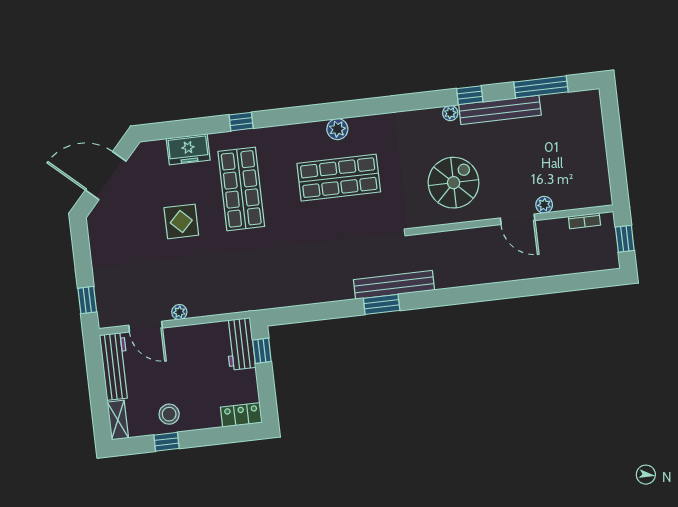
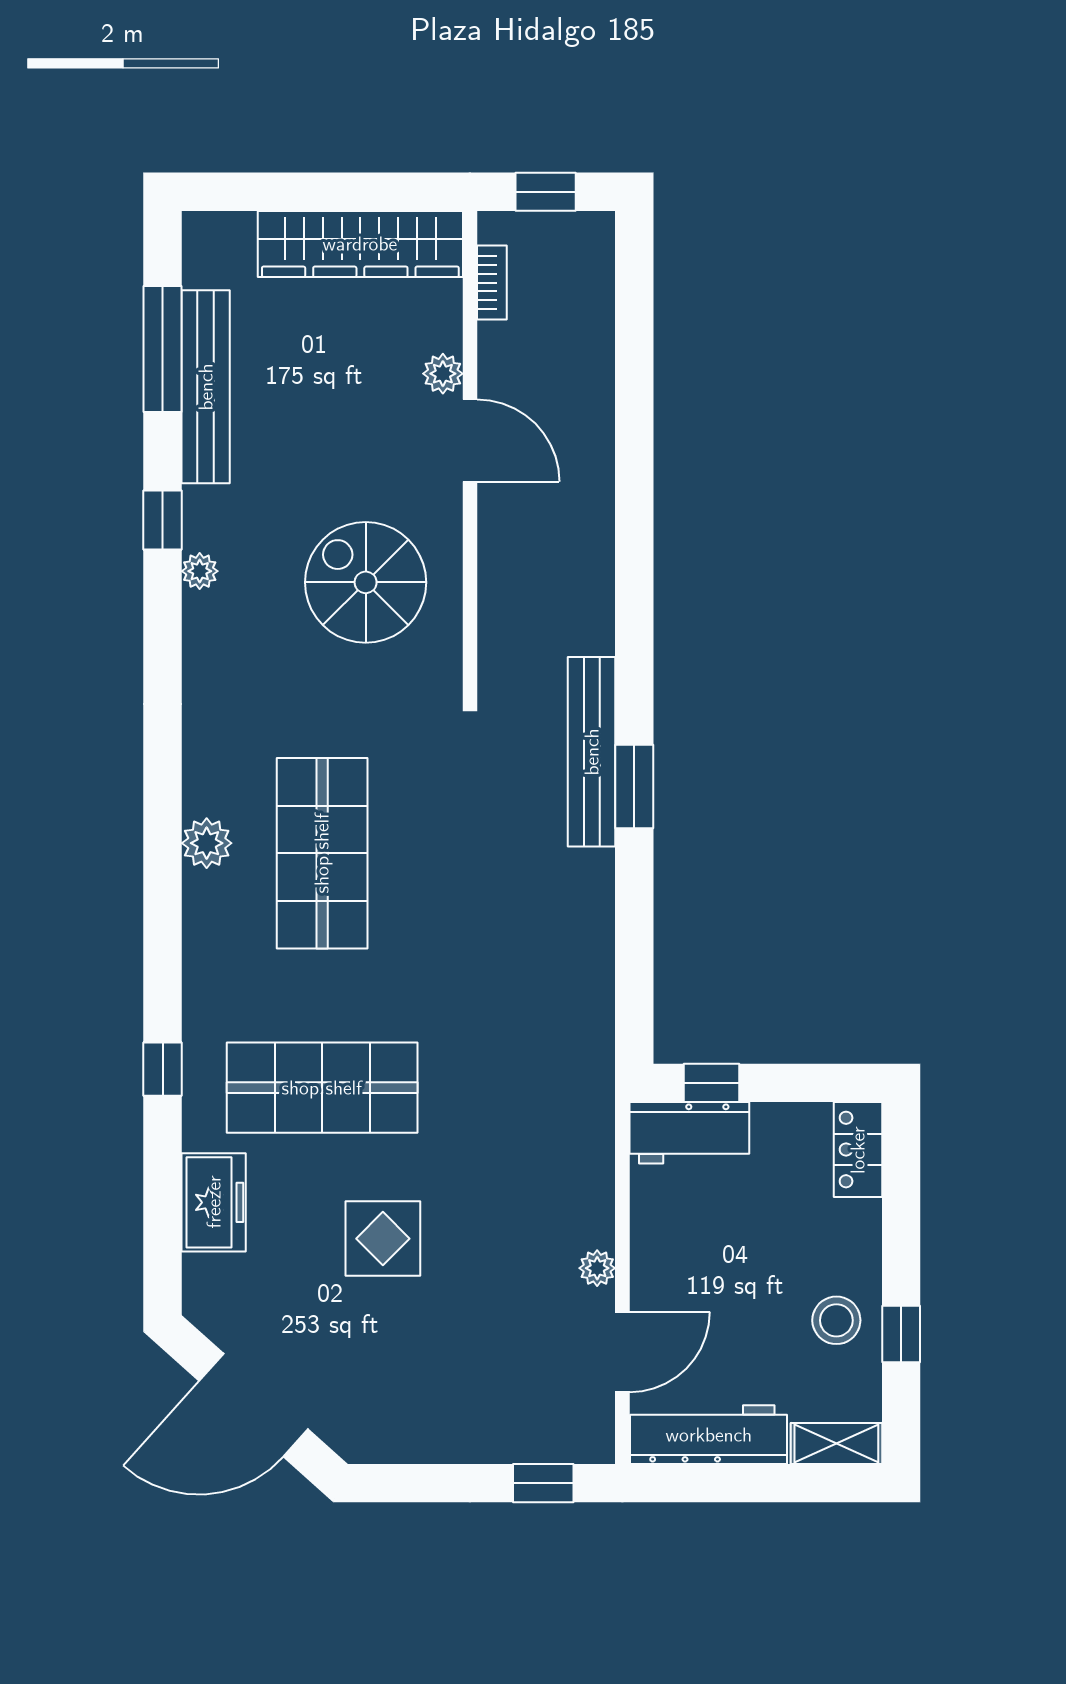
bench: (500, 110) -> (206, 387), moved
wardrobe: (594, 164) -> (360, 244), added
door: (106, 176) -> (253, 1405), hinge flipped
door: (518, 219) -> (470, 441), hinge flipped

